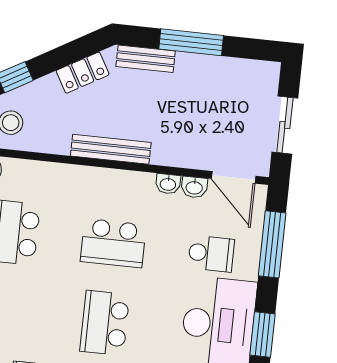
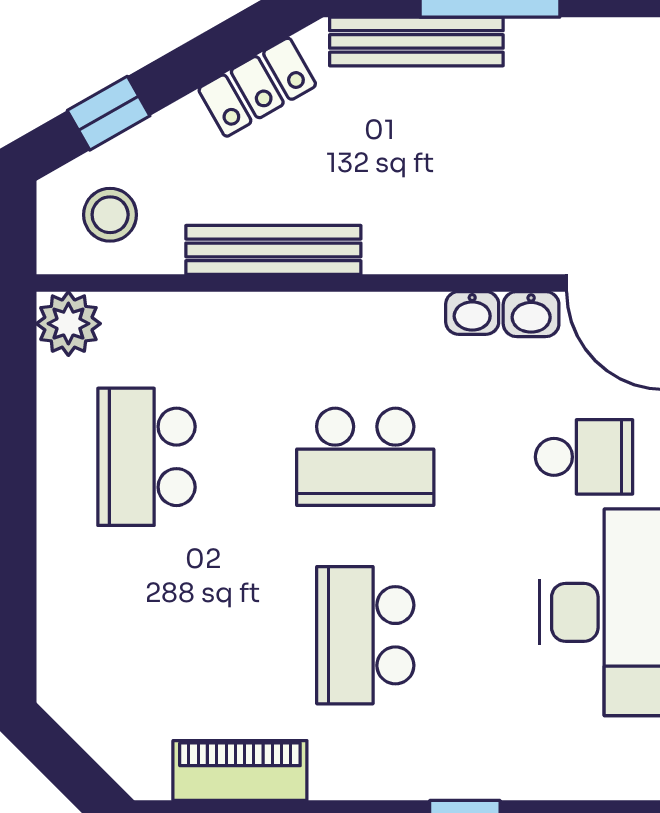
bench: (146, 59) -> (416, 41), width x1.36
bench: (111, 149) -> (273, 250), moved

